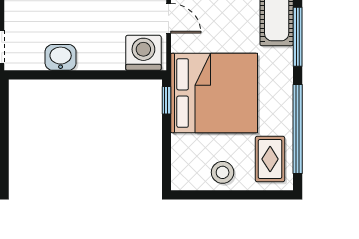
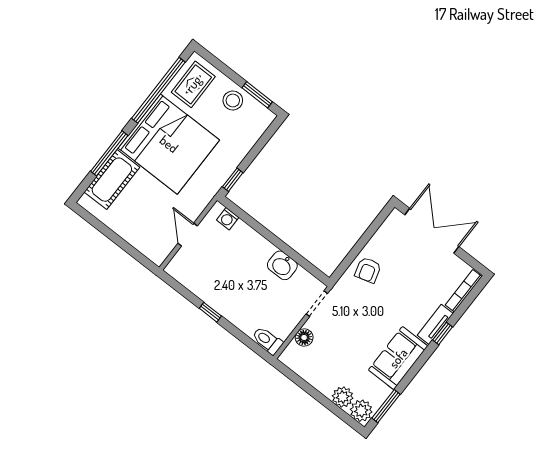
washing machine: (143, 53) -> (228, 219), width x0.53, depth x0.53
bed: (214, 93) -> (169, 144), moved, turned 180
window: (204, 195) -> (257, 95), added

